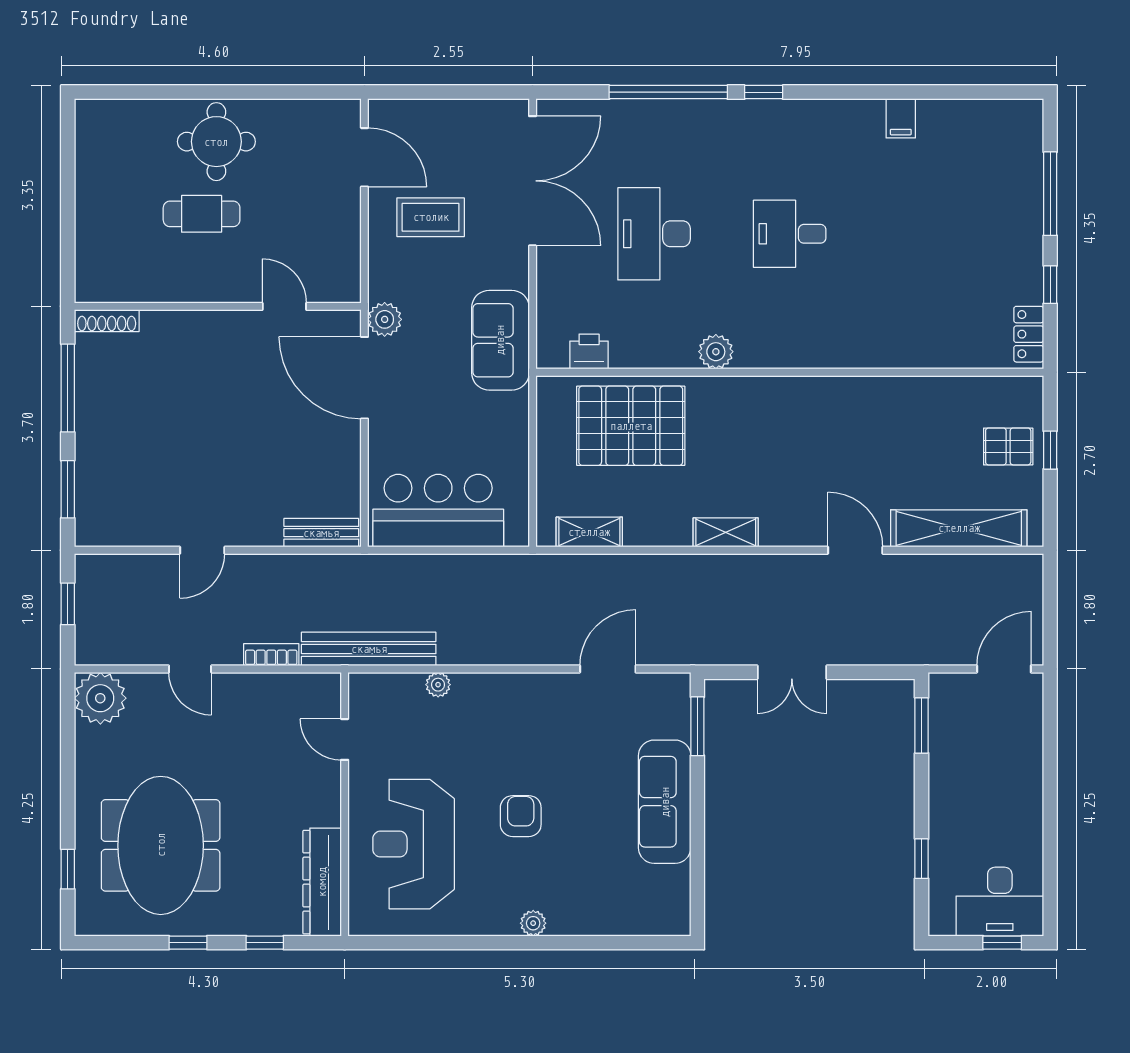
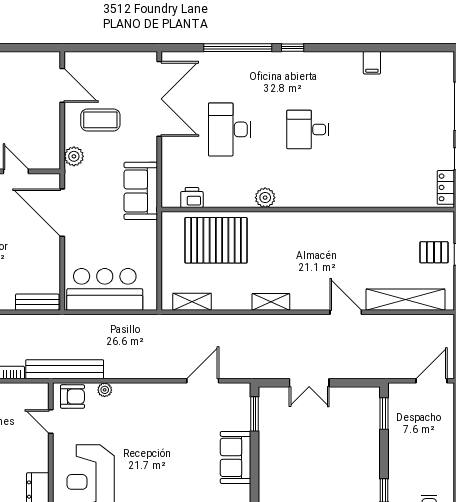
plant: (385, 319) -> (74, 156), moved
sofa: (665, 802) -> (236, 457), width x0.73
armchair: (521, 816) -> (72, 397), moved, turned 90

